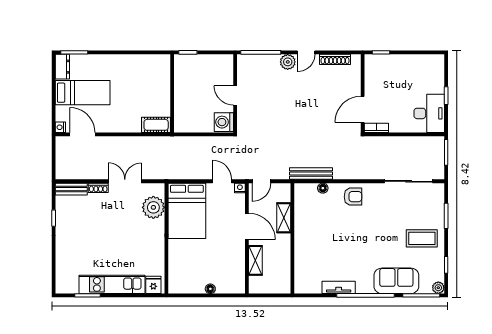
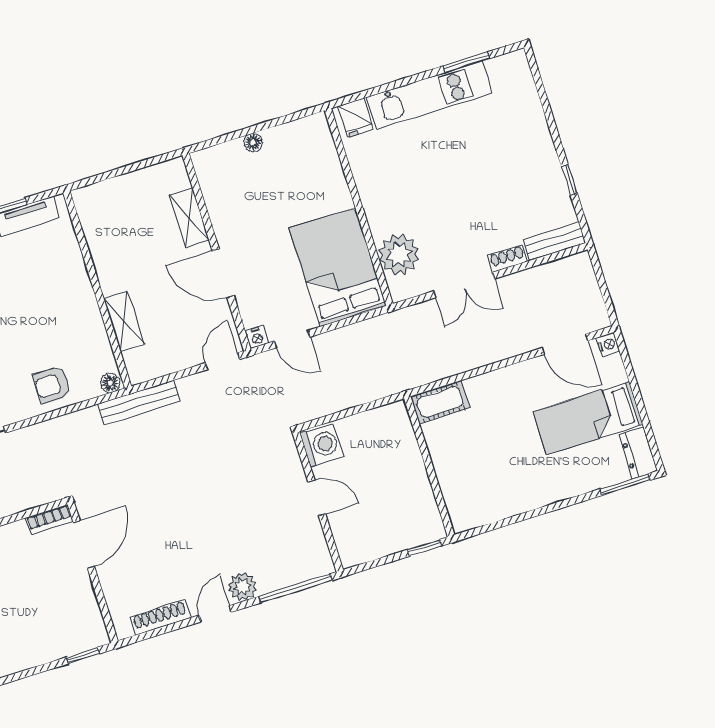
shelving: (284, 218) -> (124, 321), moved
wall: (292, 238) -> (97, 290), moved

